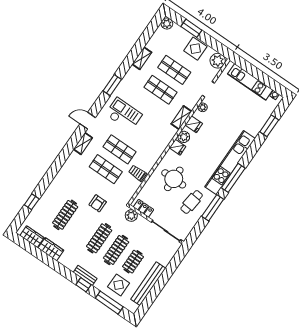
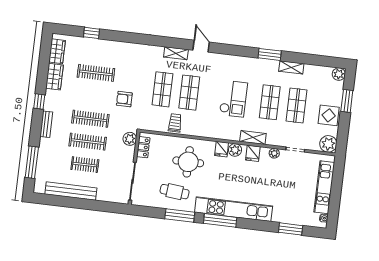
window: (112, 85) -> (270, 54), moved
checkout: (124, 114) -> (233, 99), moved
window: (83, 285) -> (39, 102), moved
display table: (119, 285) -> (54, 162), removed

